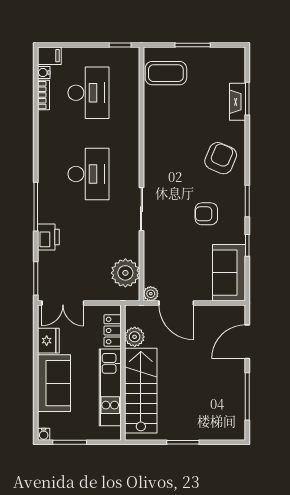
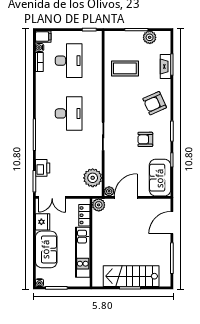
plant: (213, 57) -> (150, 37), added
coffee table: (166, 73) -> (125, 68), moved
armchair: (221, 158) -> (155, 103), turned -137
printer: (48, 237) -> (43, 168), moved
door: (176, 303) -> (126, 197), swing flipped
plant: (135, 337) -> (99, 205), moved
stairs: (141, 391) -> (131, 276), moved, turned -90

